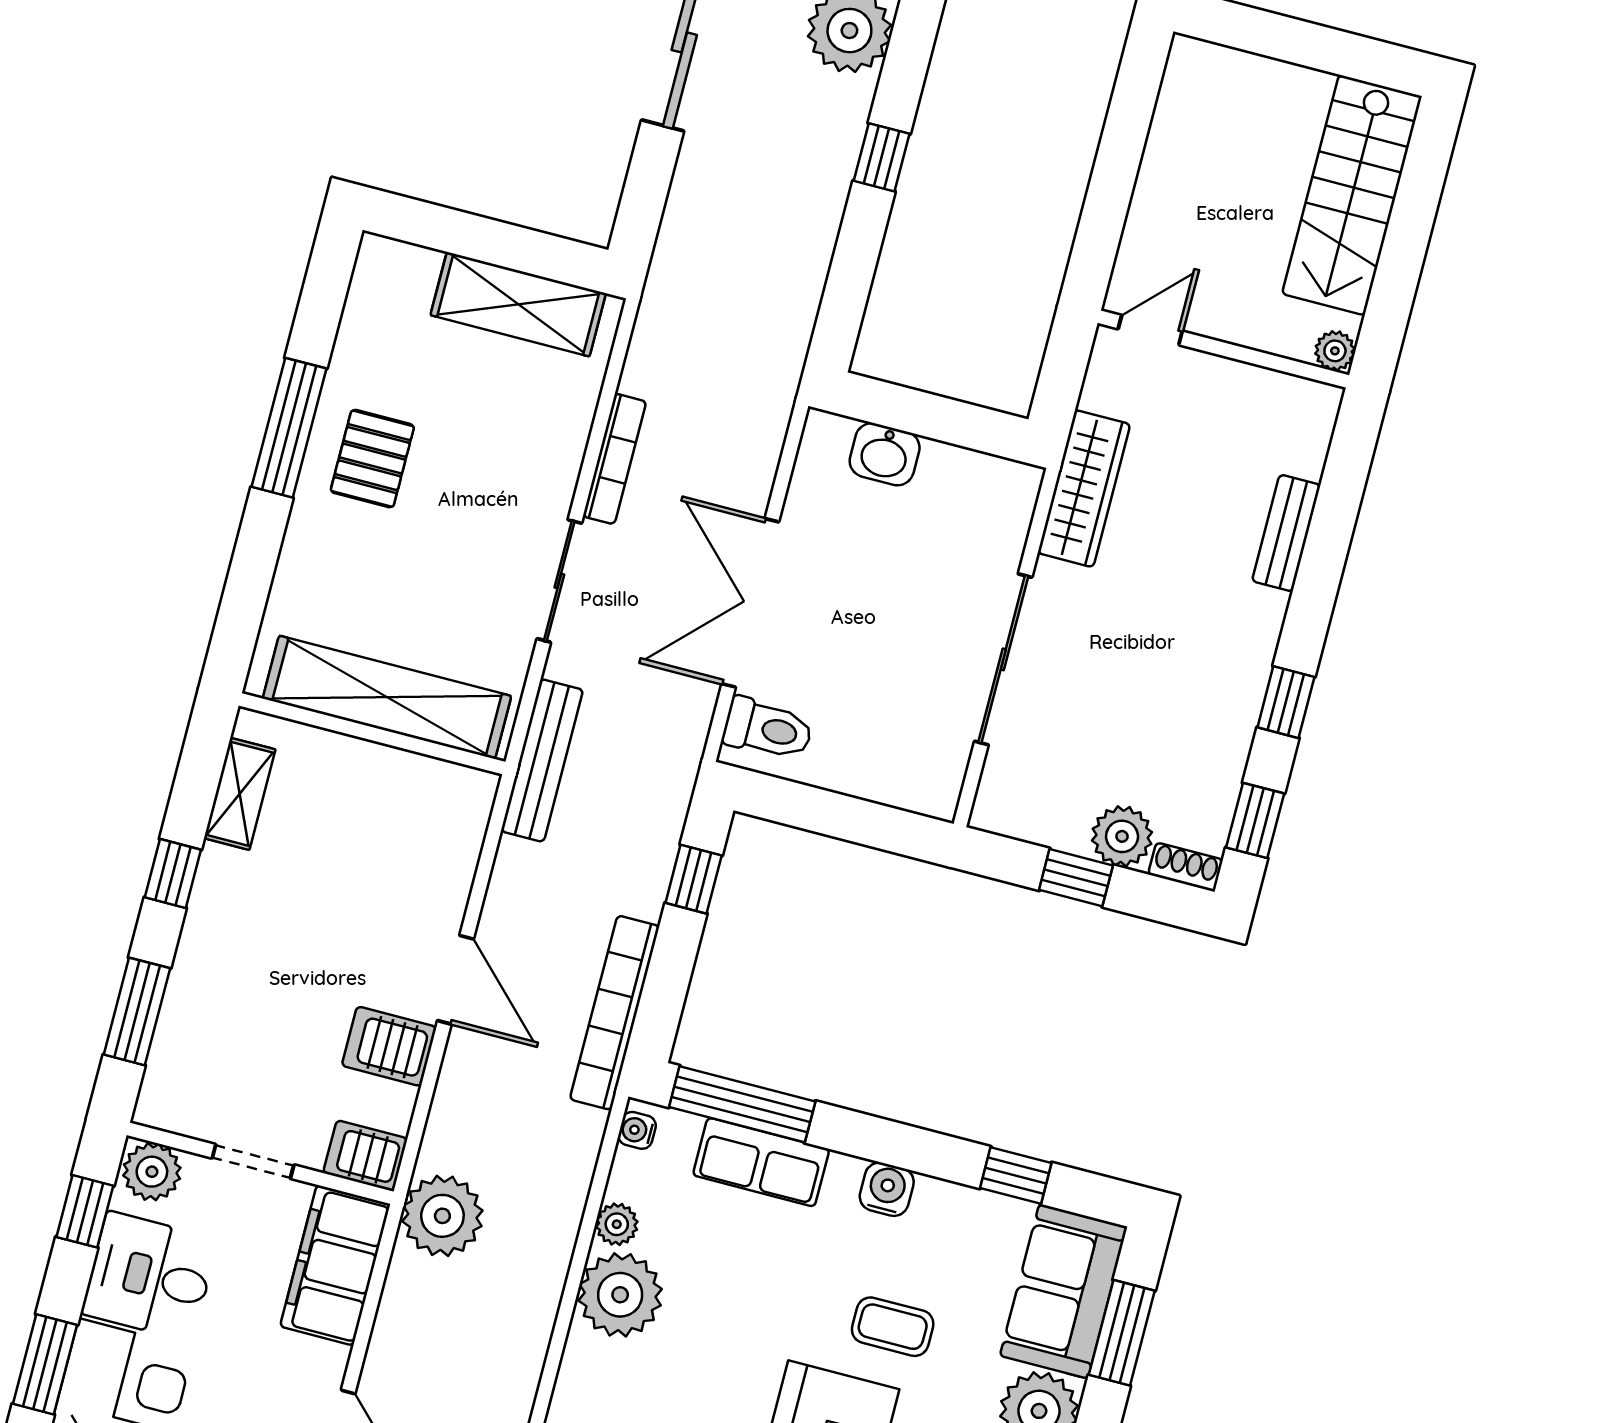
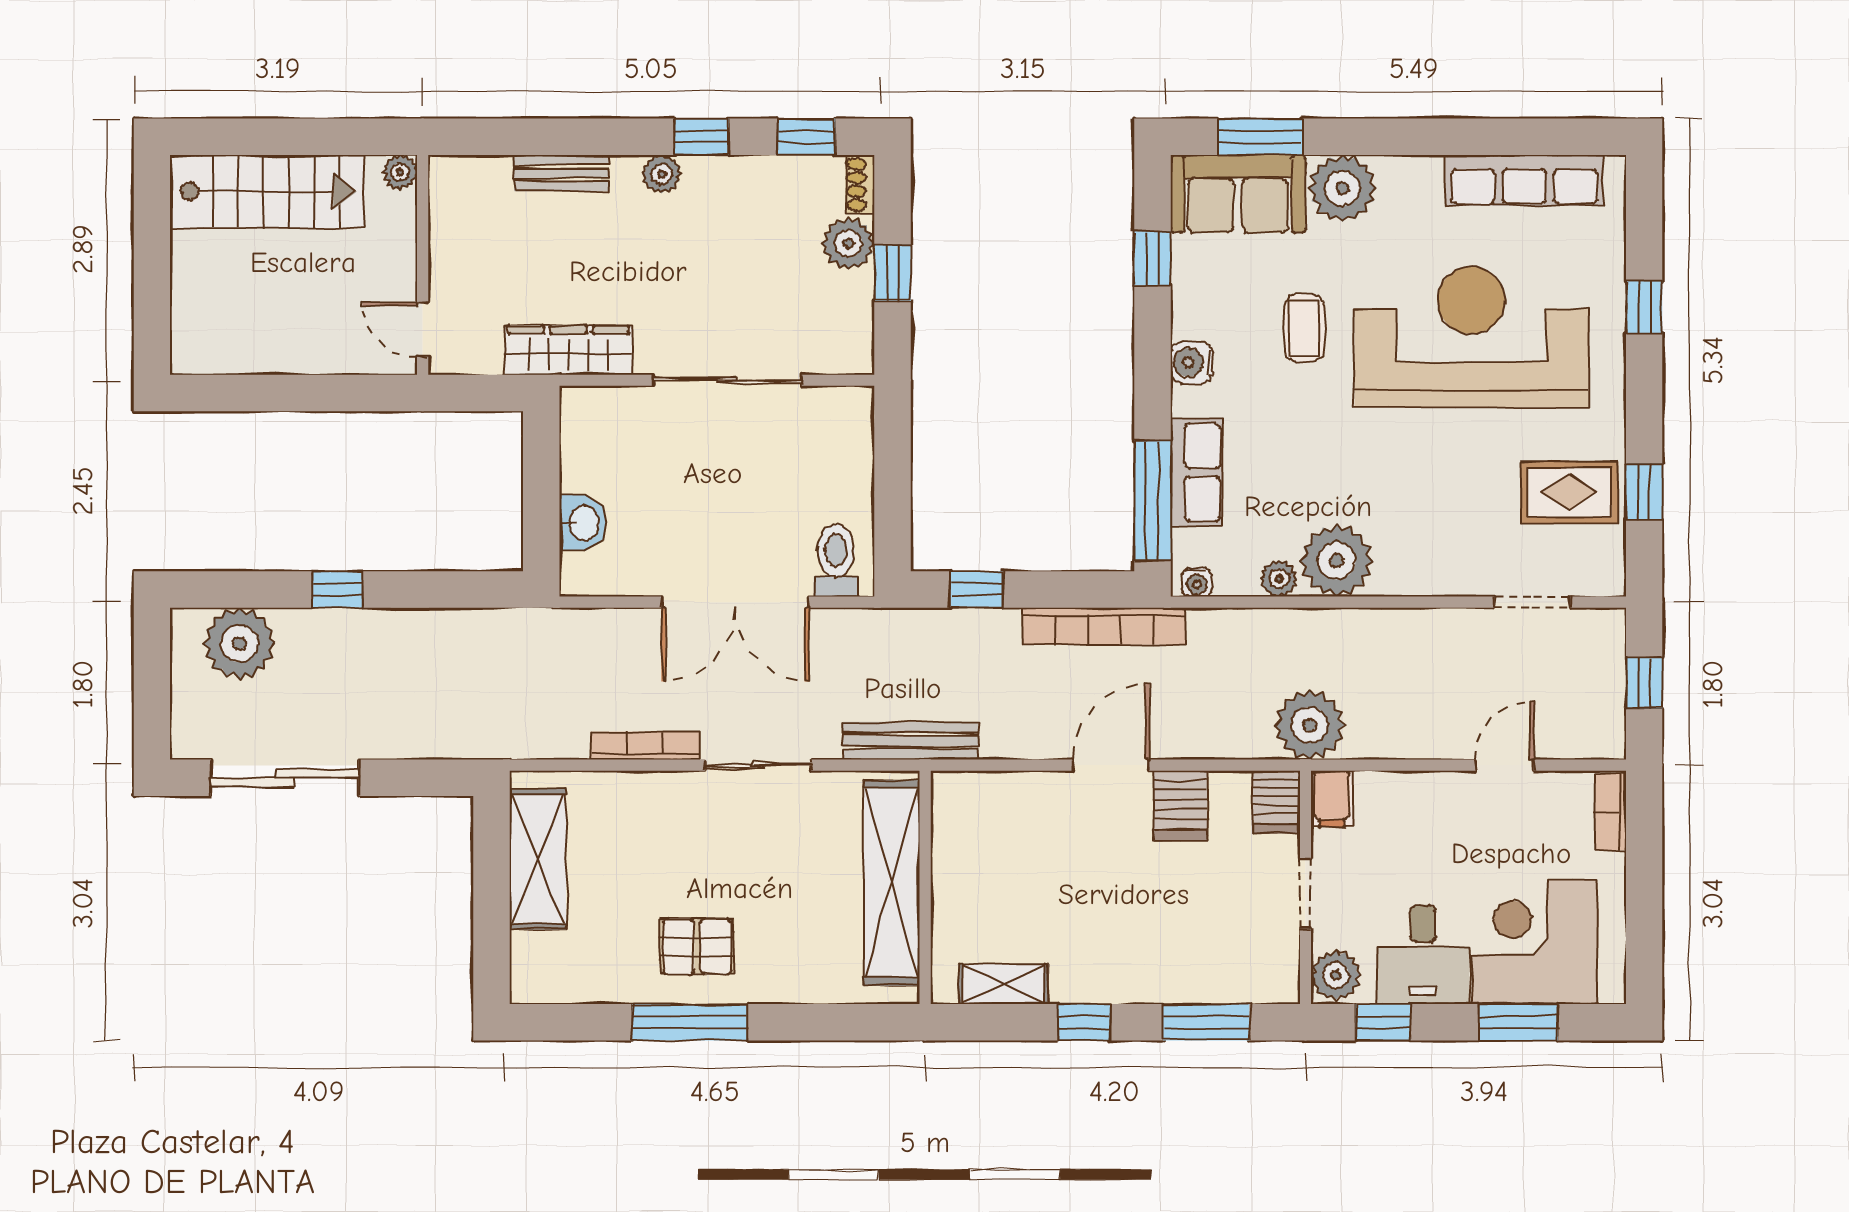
plant: (1256, 646) -> (662, 174), added
filing cabinet: (335, 1265) -> (1332, 798), width x0.33, depth x0.86

